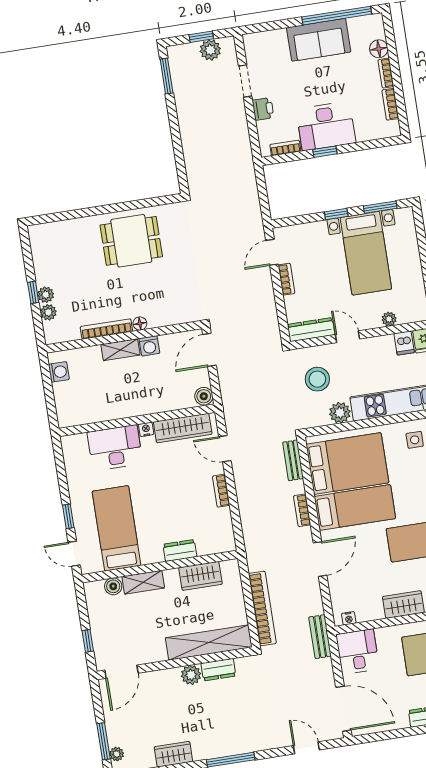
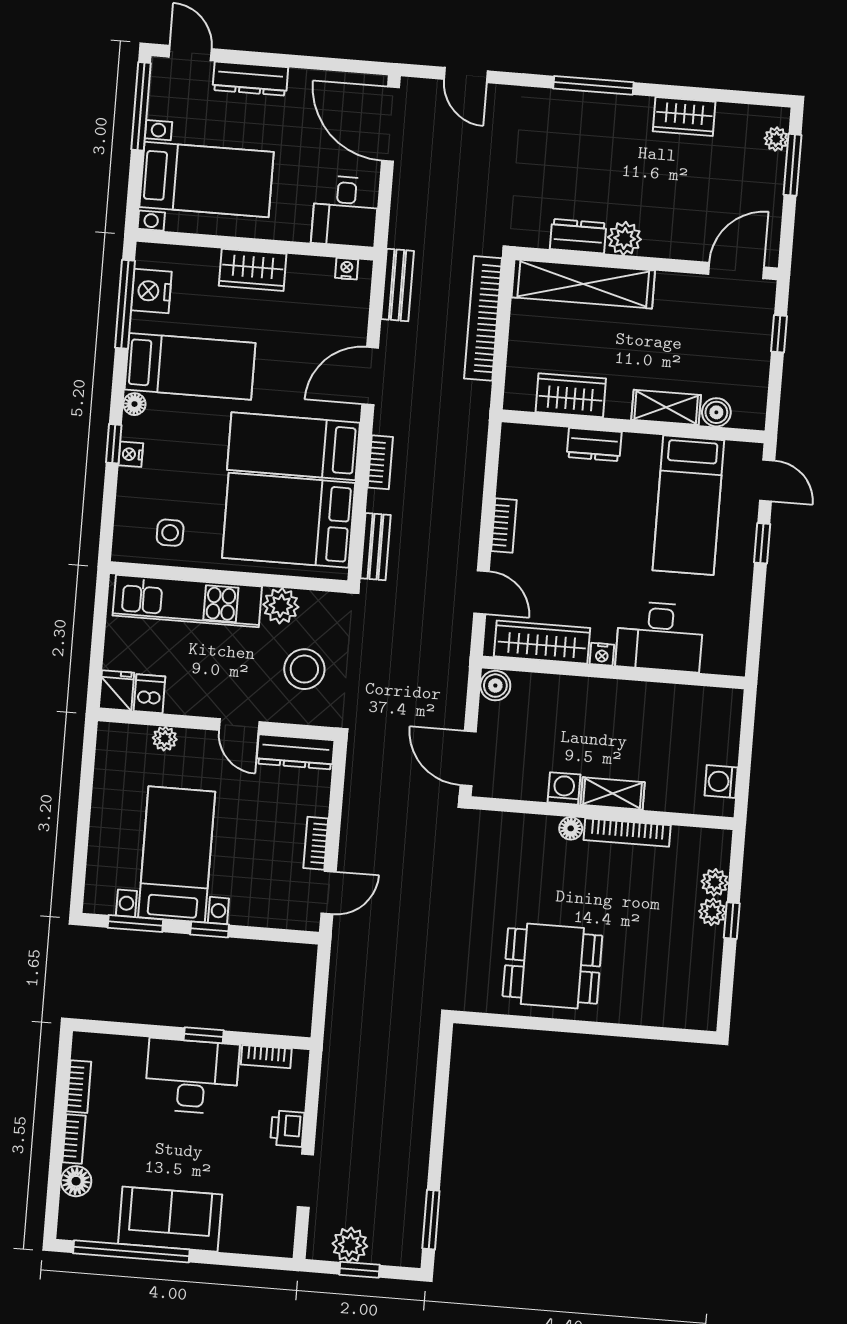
door: (209, 350) -> (468, 758), swing flipped
bench: (320, 637) -> (397, 285), moved

